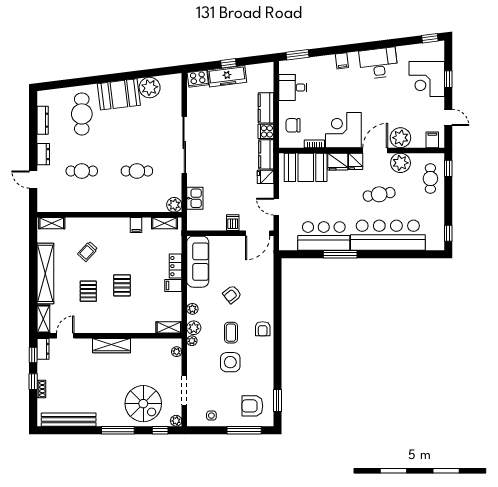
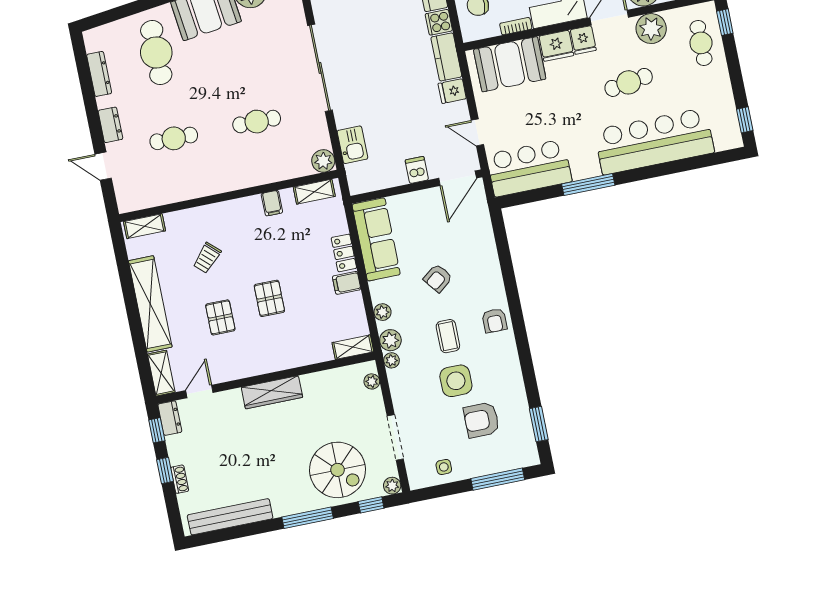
bar counter: (324, 236) -> (529, 168), moved
armchair: (252, 406) -> (481, 420), moved

